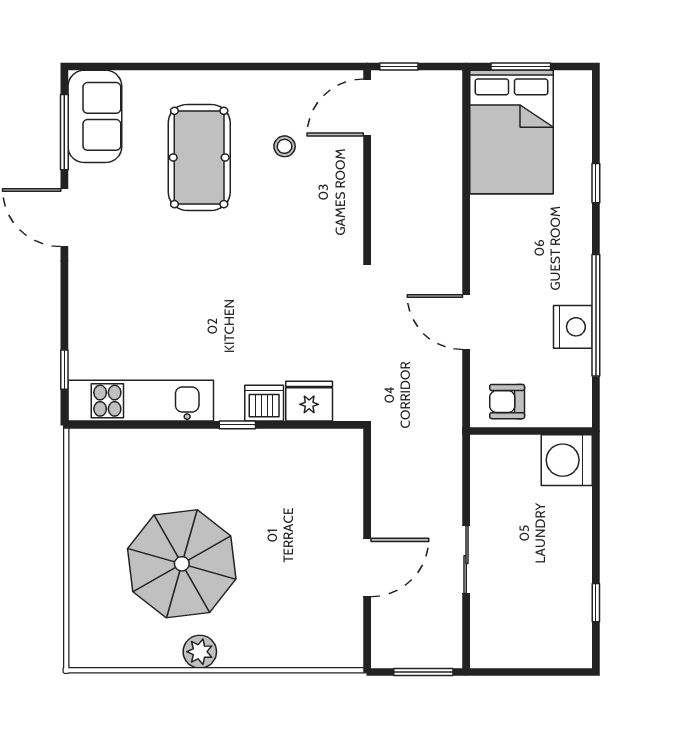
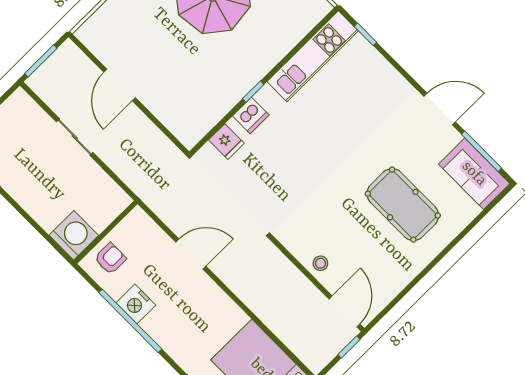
stool: (285, 146) -> (320, 263), moved
fridge: (309, 401) -> (226, 142), width x0.72
armchair: (507, 402) -> (110, 258), moved

